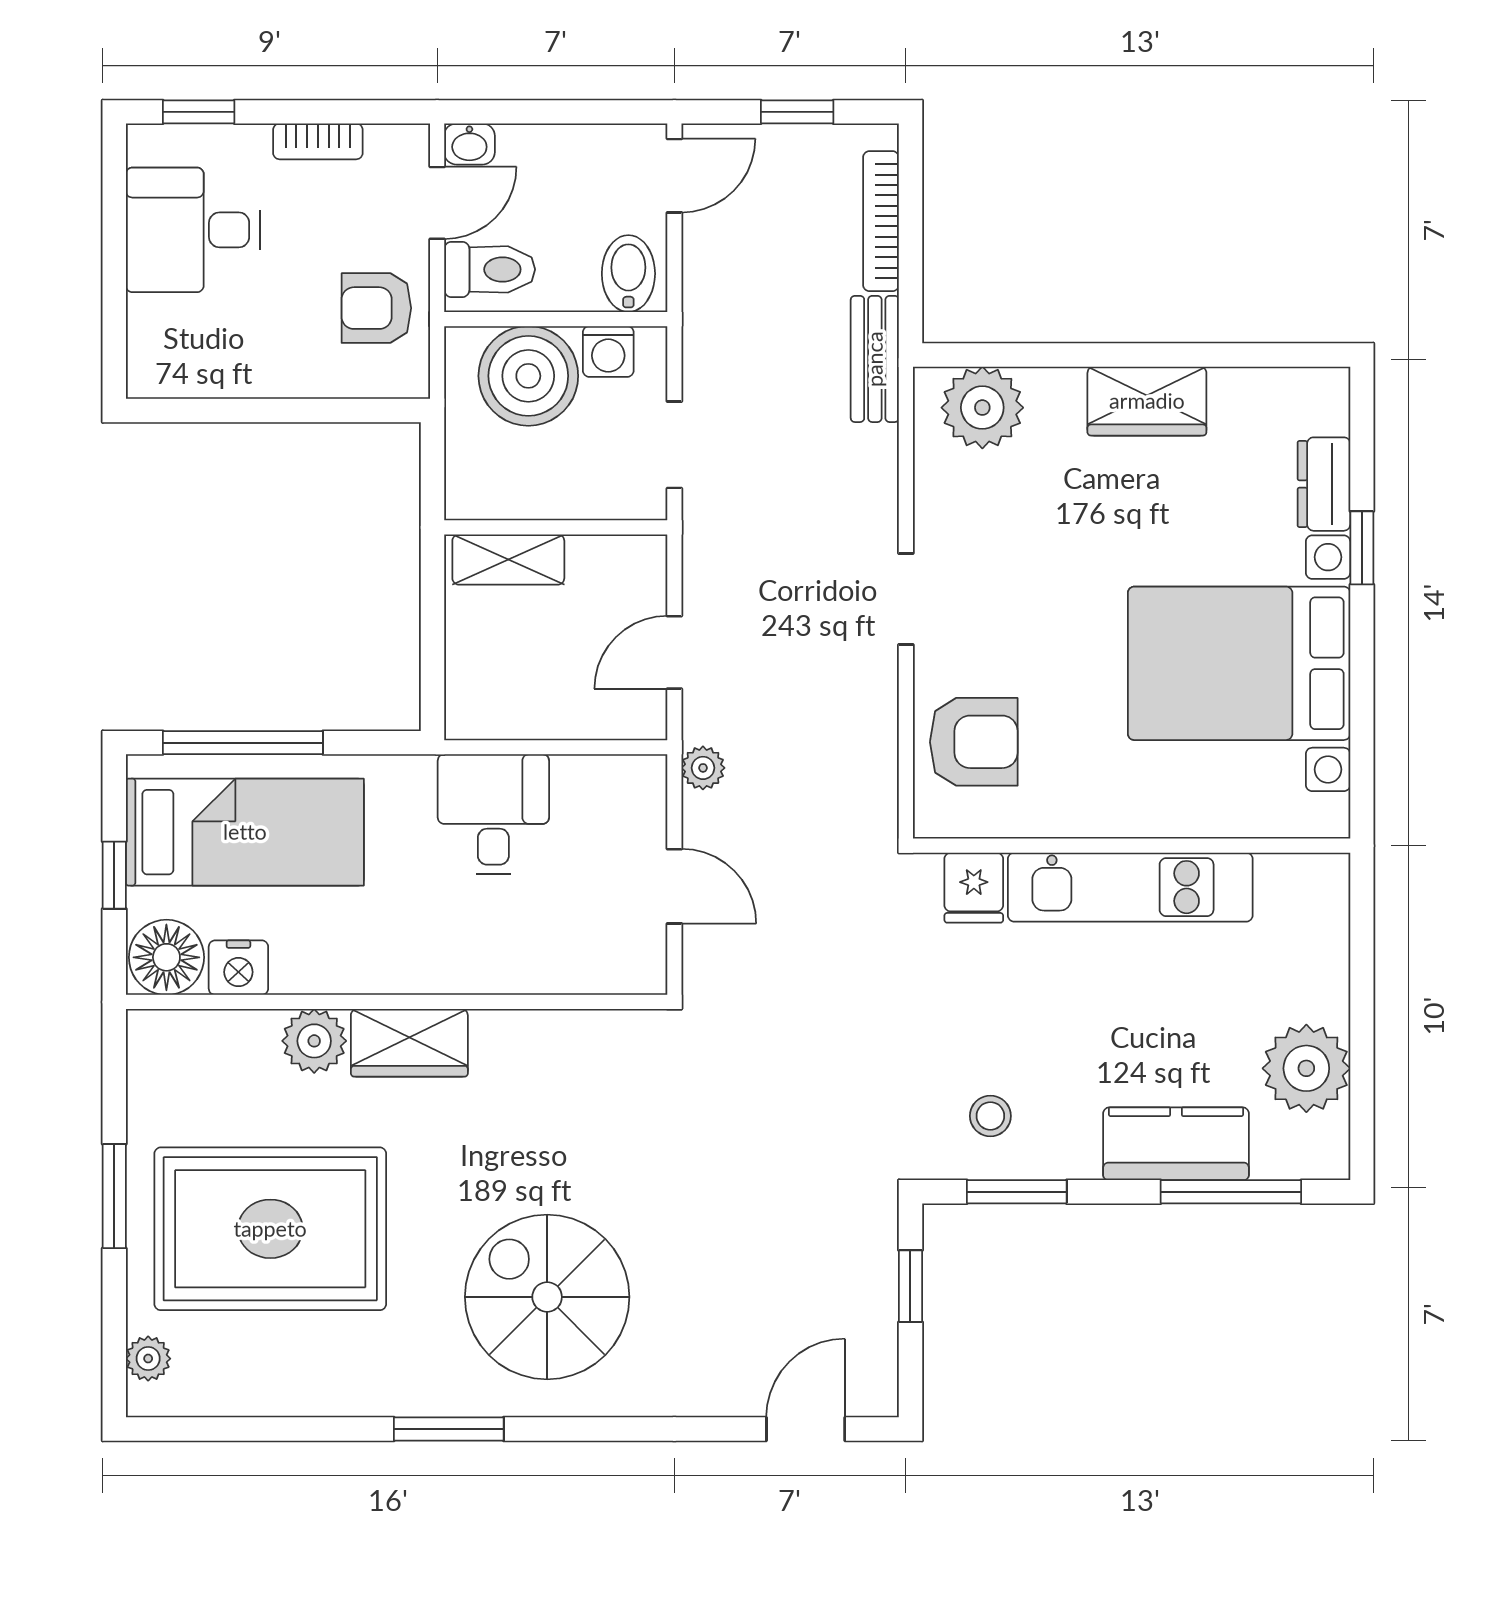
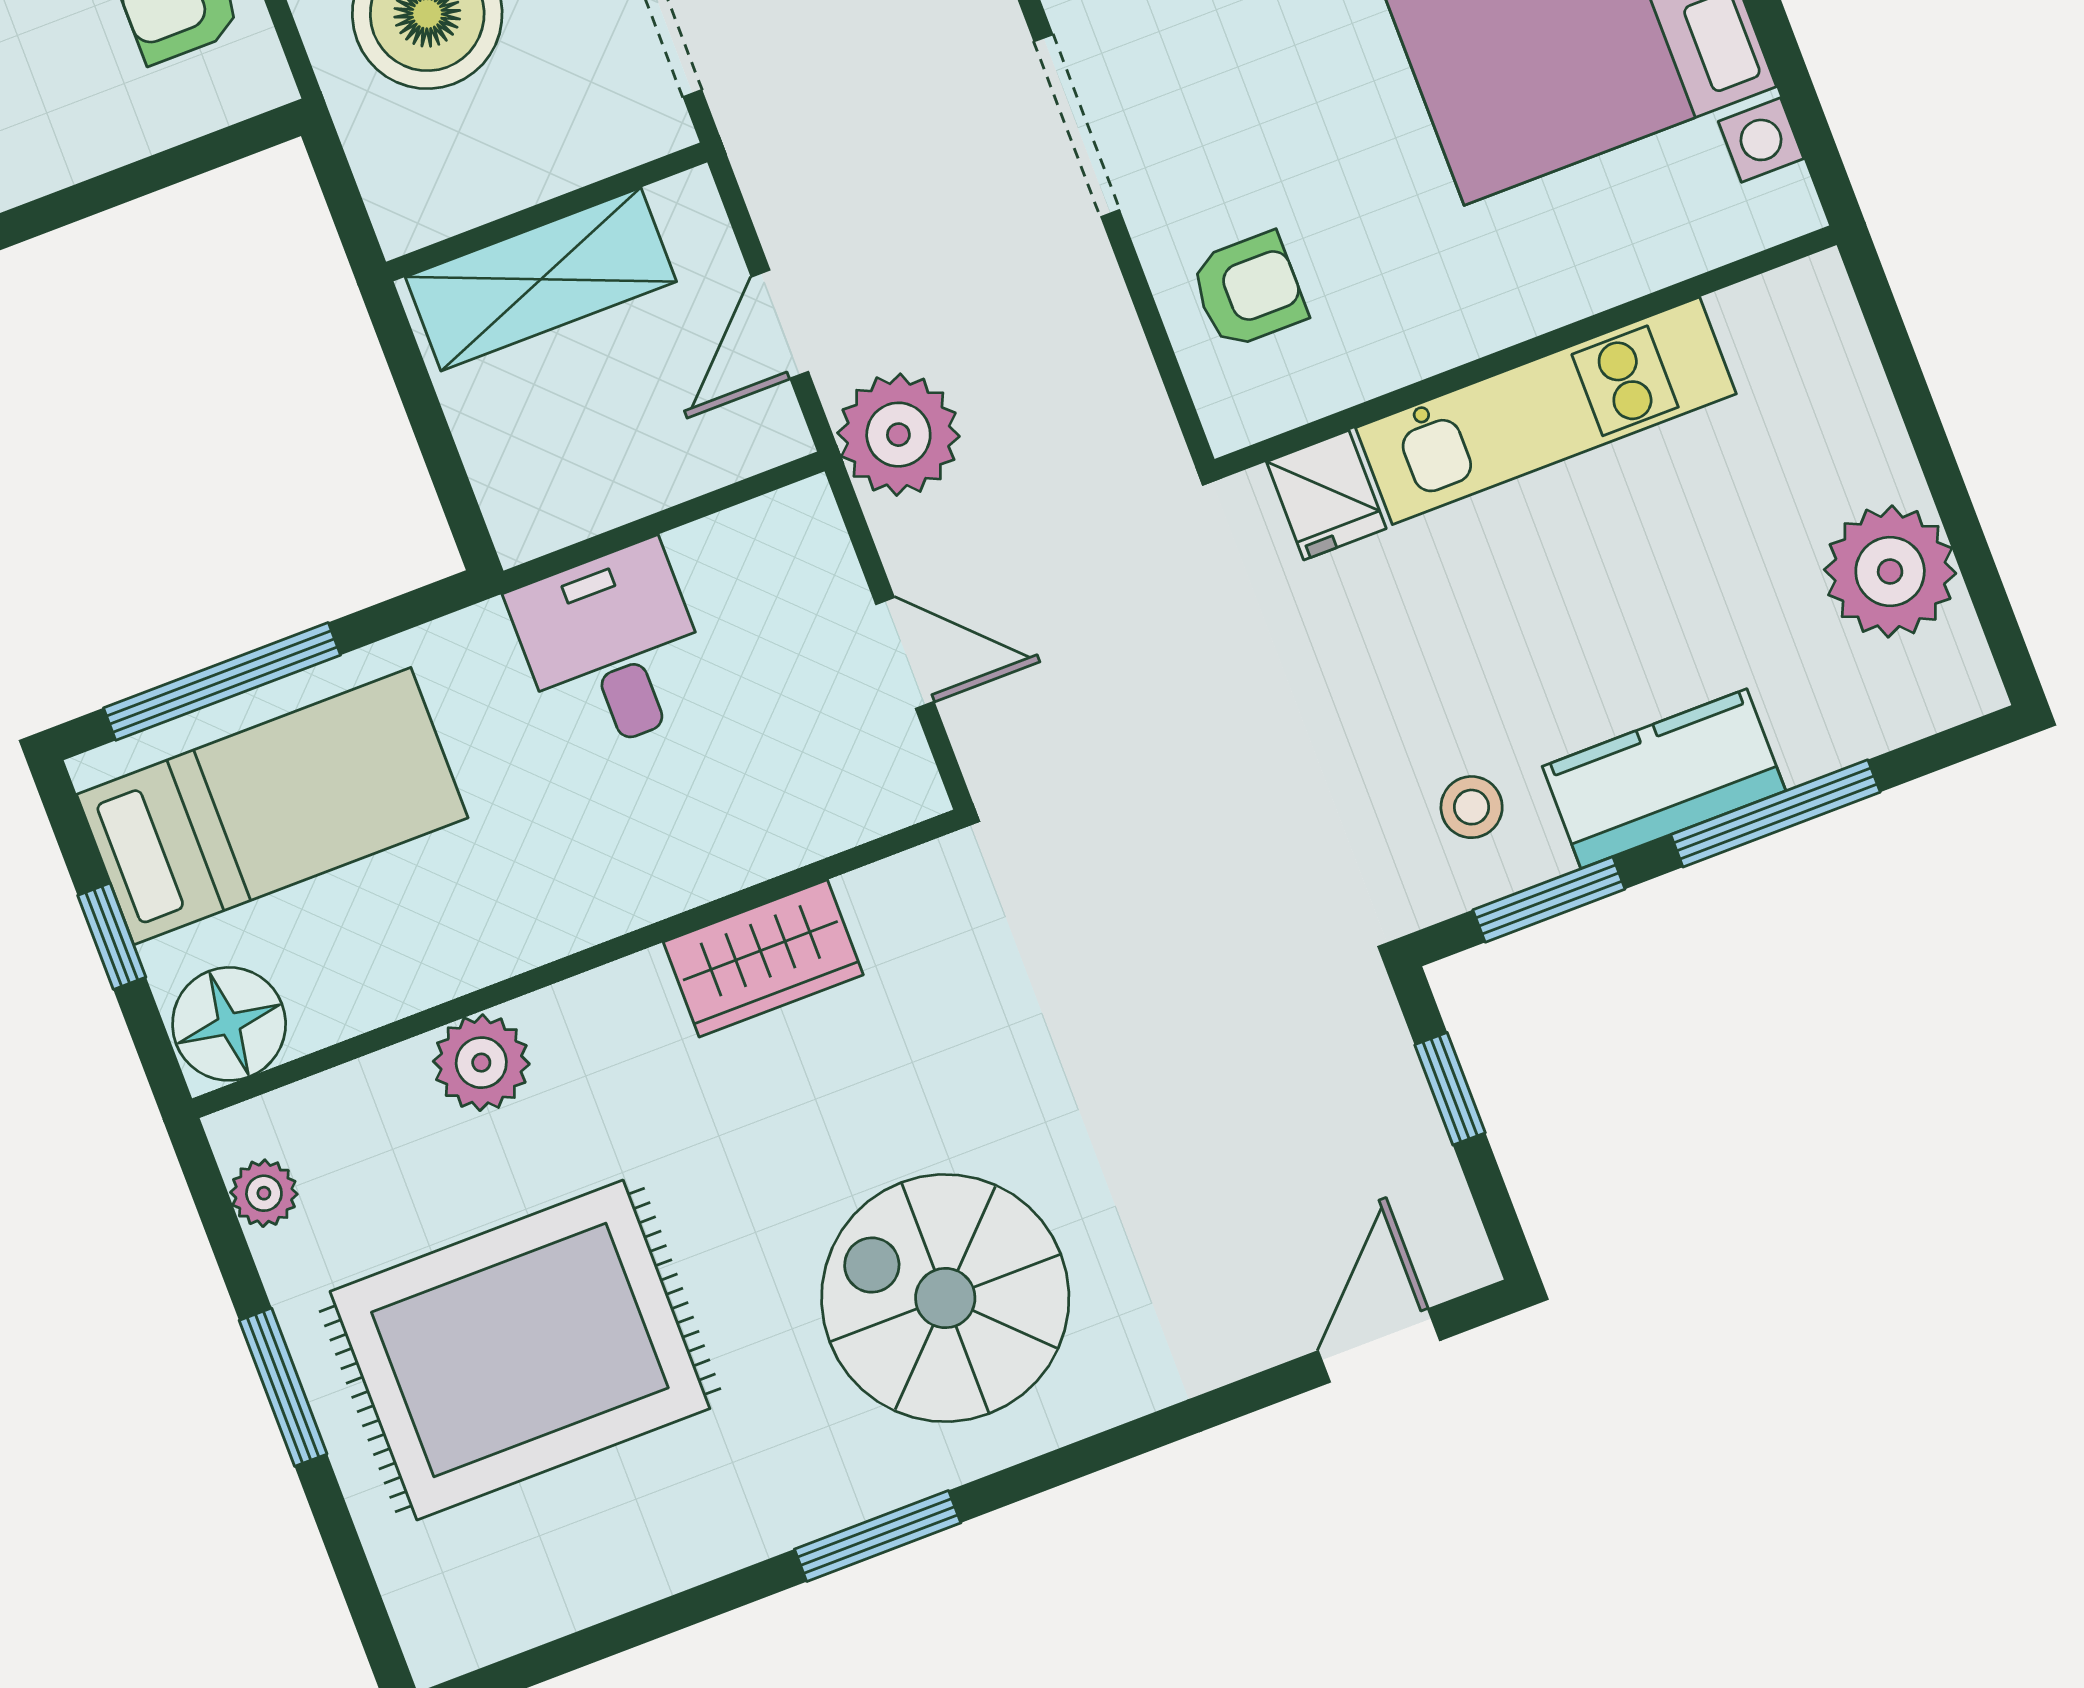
shelving: (508, 559) -> (541, 279), width x1.50, depth x1.33
doorway: (906, 599) -> (1077, 126), width x1.38
armchair: (974, 742) -> (1248, 290), width x0.72, depth x0.72
plant: (703, 768) -> (898, 435), width x1.88, depth x1.88
nightstand: (238, 968) -> (336, 1000), removed
wardrobe: (409, 1043) -> (763, 958), moved
kitchen counter: (1176, 1144) -> (1664, 779), moved
window: (1231, 1192) -> (1775, 813), moved
plant: (148, 1359) -> (264, 1193), moved

